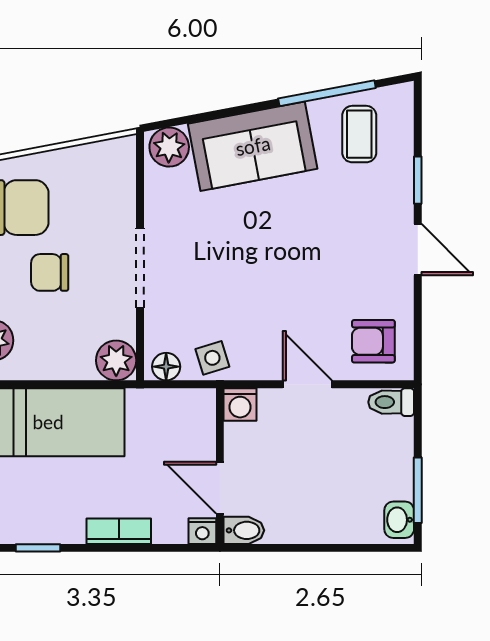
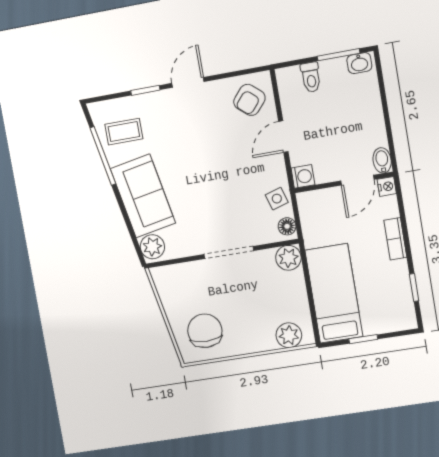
chair: (50, 272) -> (241, 307), removed
armchair: (373, 341) -> (249, 100), turned 41
toilet: (391, 402) -> (311, 77), moved

